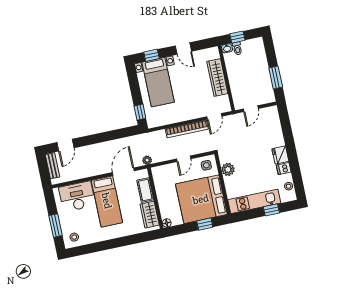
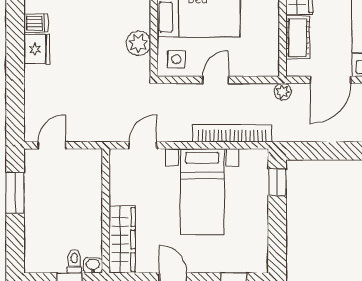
wardrobe: (217, 78) -> (122, 239), moved
bed with nightstands: (158, 82) -> (202, 192), moved, turned 180
door: (251, 109) -> (52, 145), moved
bookcase: (187, 129) -> (232, 133), moved

